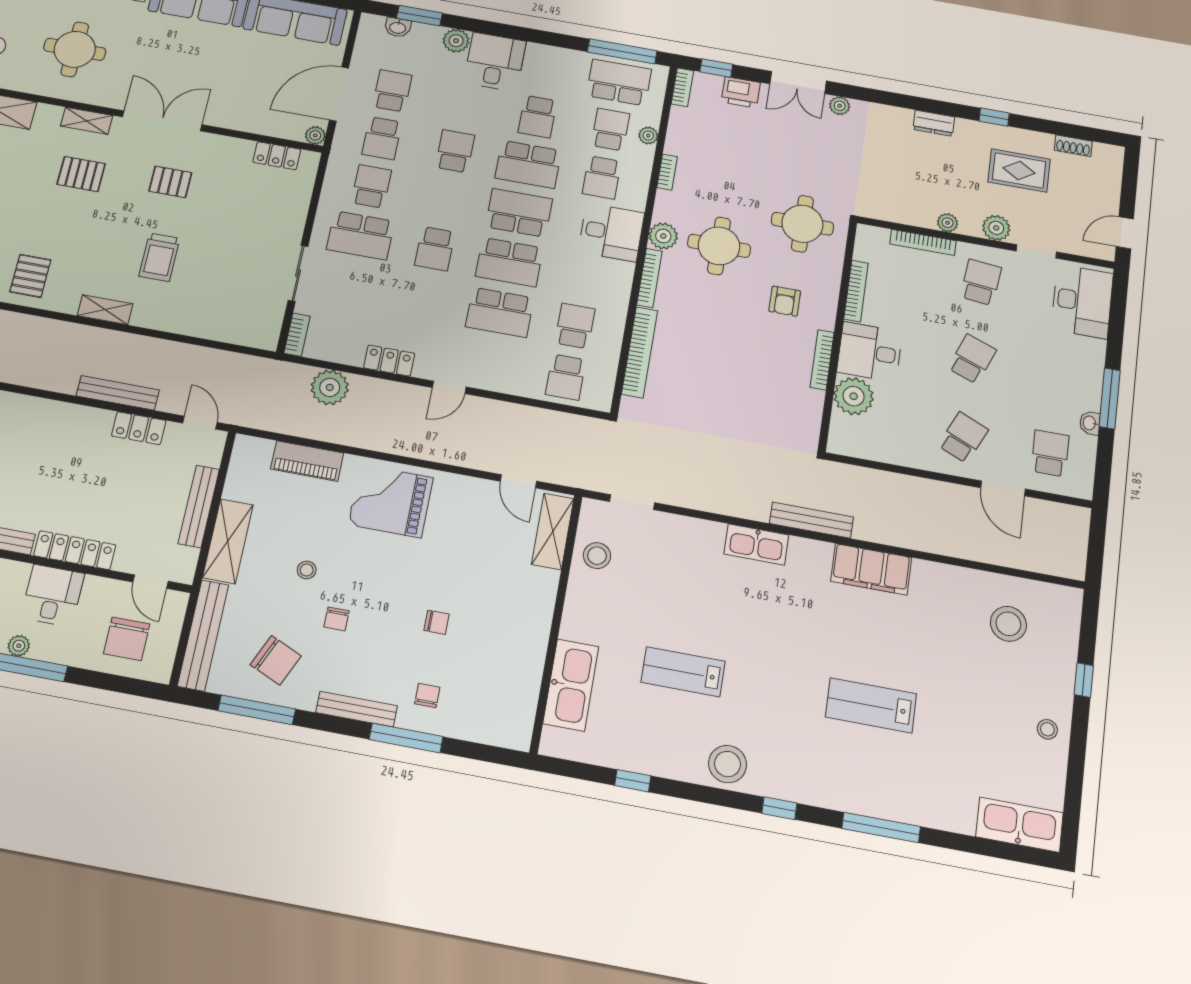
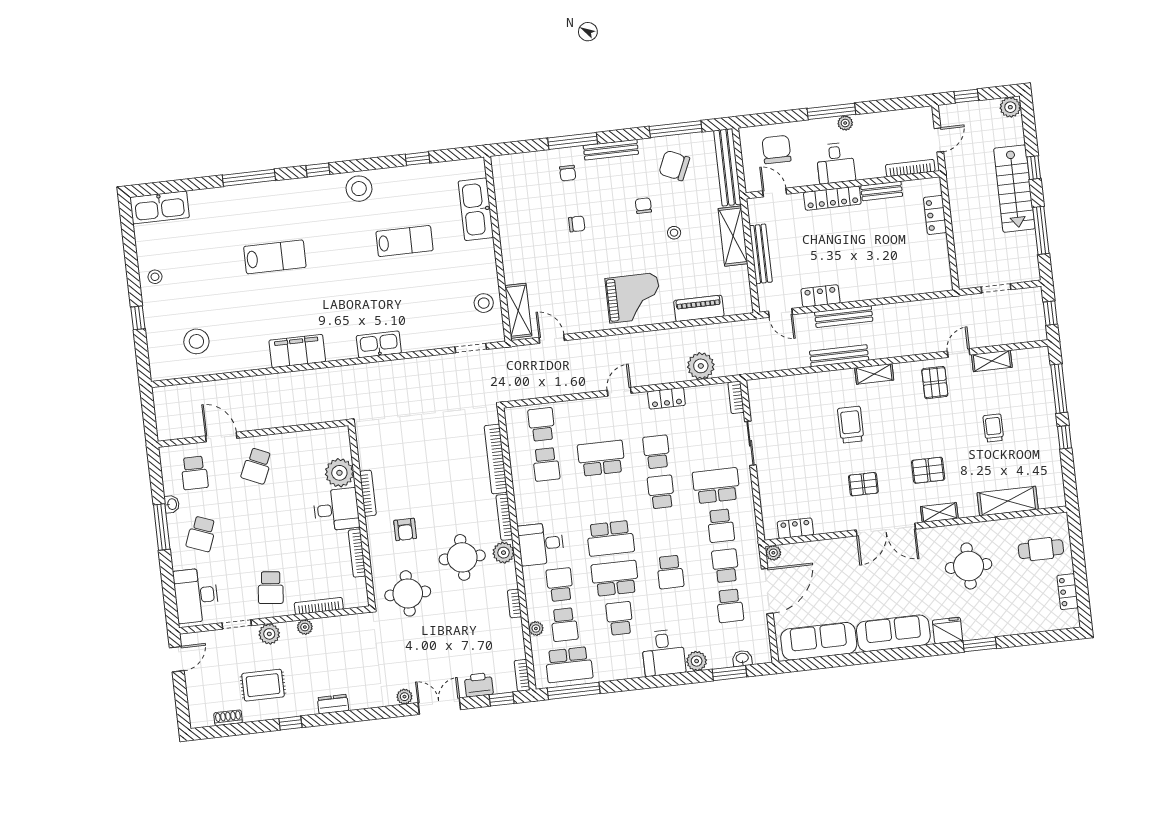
school desk: (509, 262) -> (656, 452), moved, width x0.54
armchair: (785, 301) -> (405, 529), turned 180
school desk: (972, 359) -> (201, 534), moved
bench: (811, 520) -> (839, 356), moved
chair: (437, 622) -> (577, 224), turned 180

